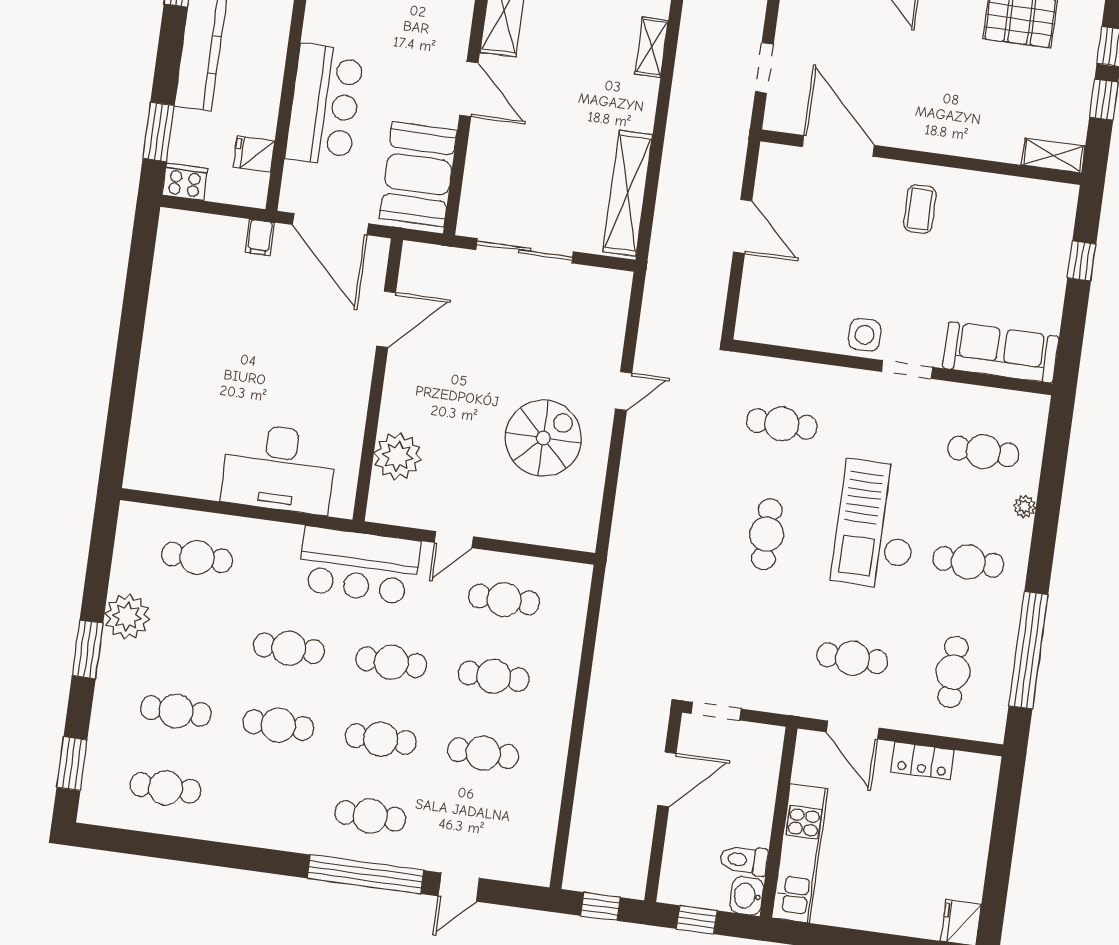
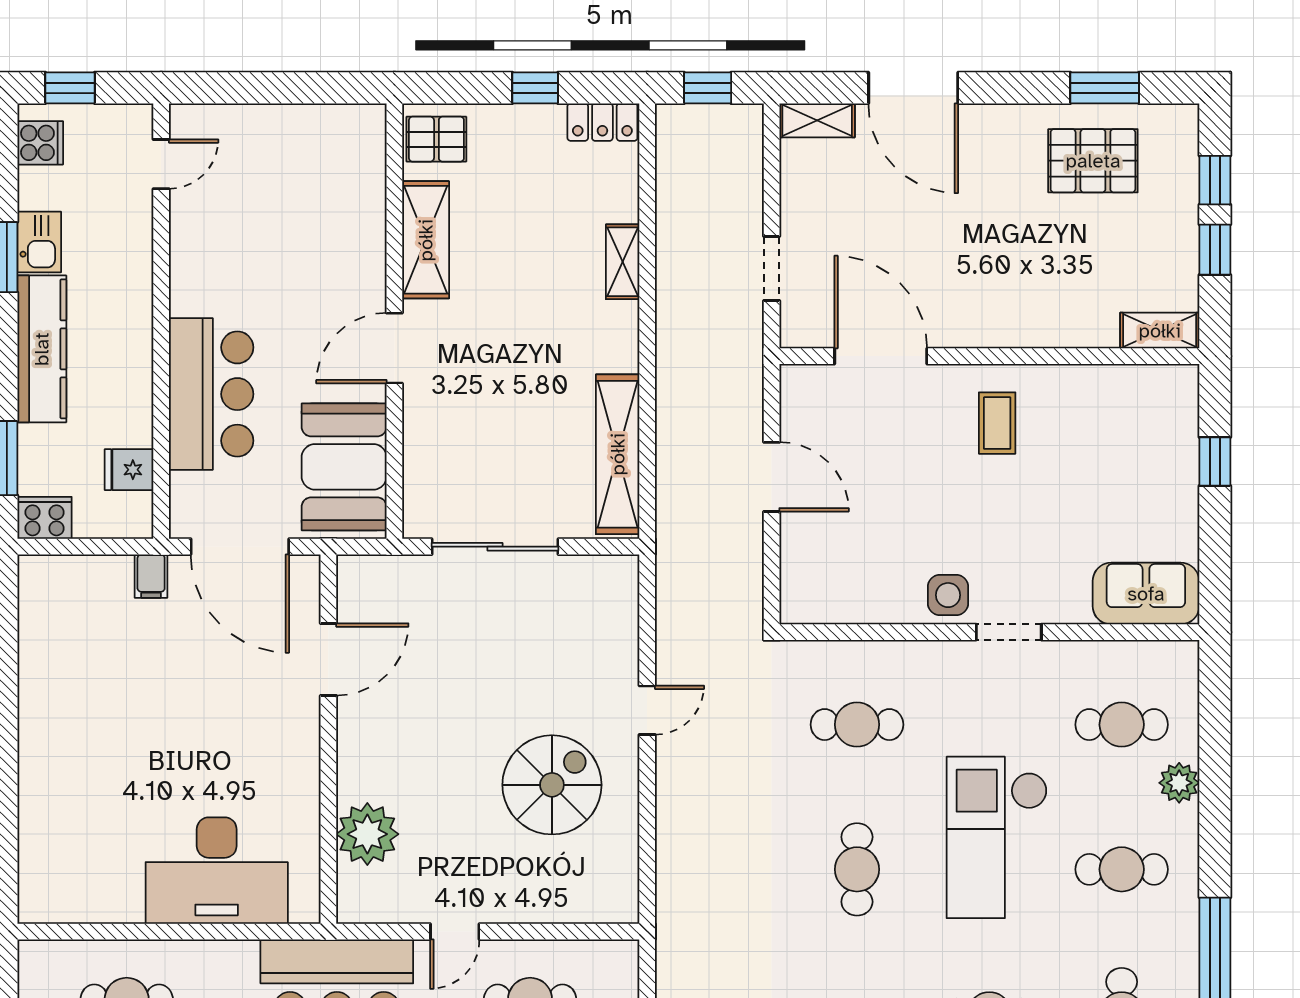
door: (469, 89) -> (394, 348), swing flipped
sofa: (1001, 352) -> (1146, 594), width x0.73
plant: (1025, 507) -> (1179, 783), width x1.38, depth x1.38

